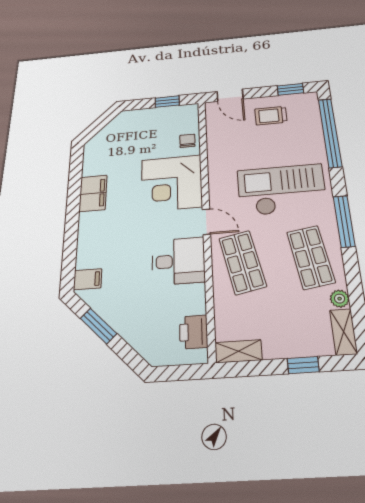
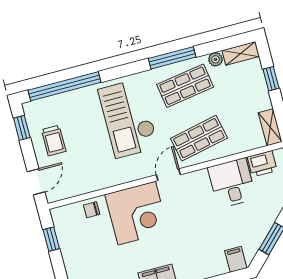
window: (344, 221) -> (172, 58), moved
desk: (178, 261) -> (232, 183), moved

